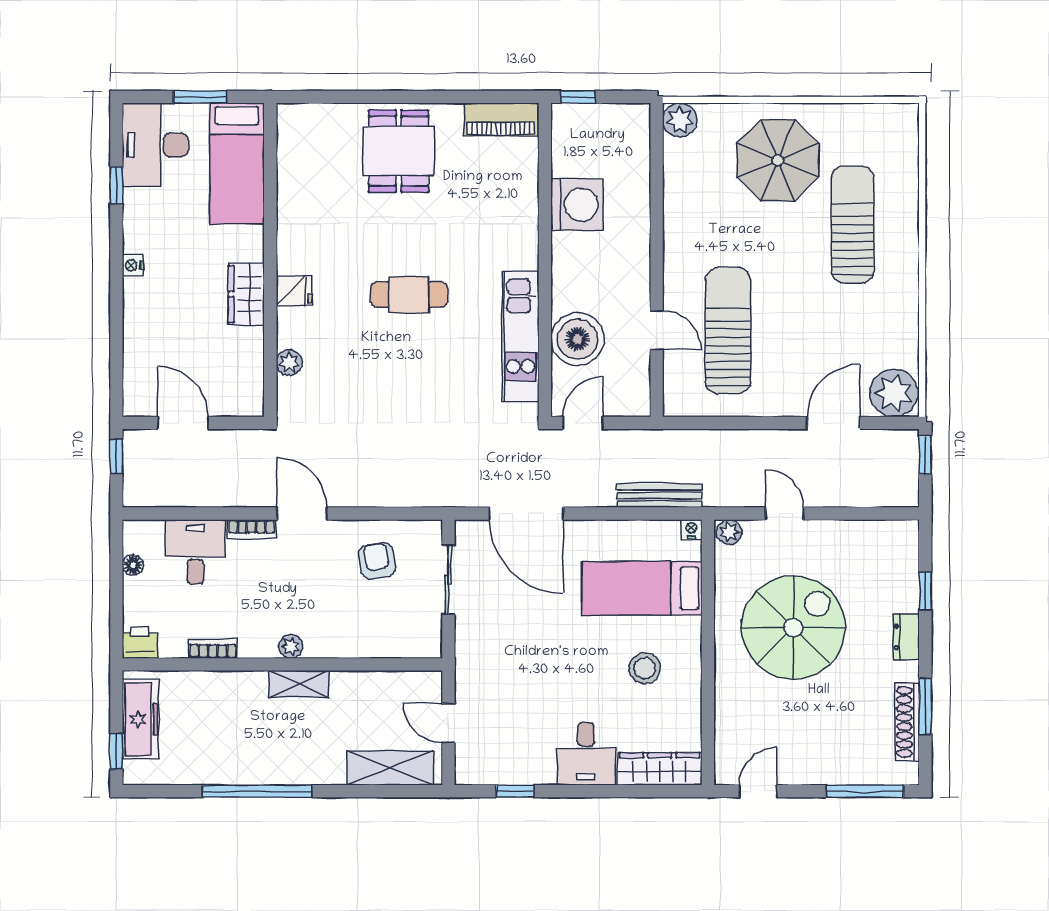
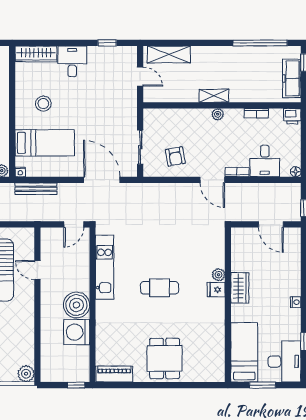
boiler: (577, 339) -> (76, 305), moved
plant: (289, 363) -> (219, 275), moved
floor lamp: (133, 565) -> (296, 172), moved
window: (257, 791) -> (260, 43), moved

